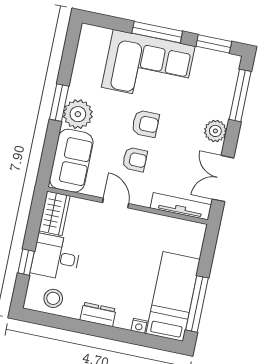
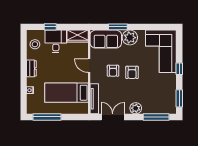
window: (157, 32) -> (179, 69), width x0.46
corner sofa: (148, 67) -> (161, 51), moved
window: (59, 103) -> (118, 27), moved
door: (116, 203) -> (89, 66), swing flipped
bed: (173, 297) -> (67, 93), moved, turned 180

